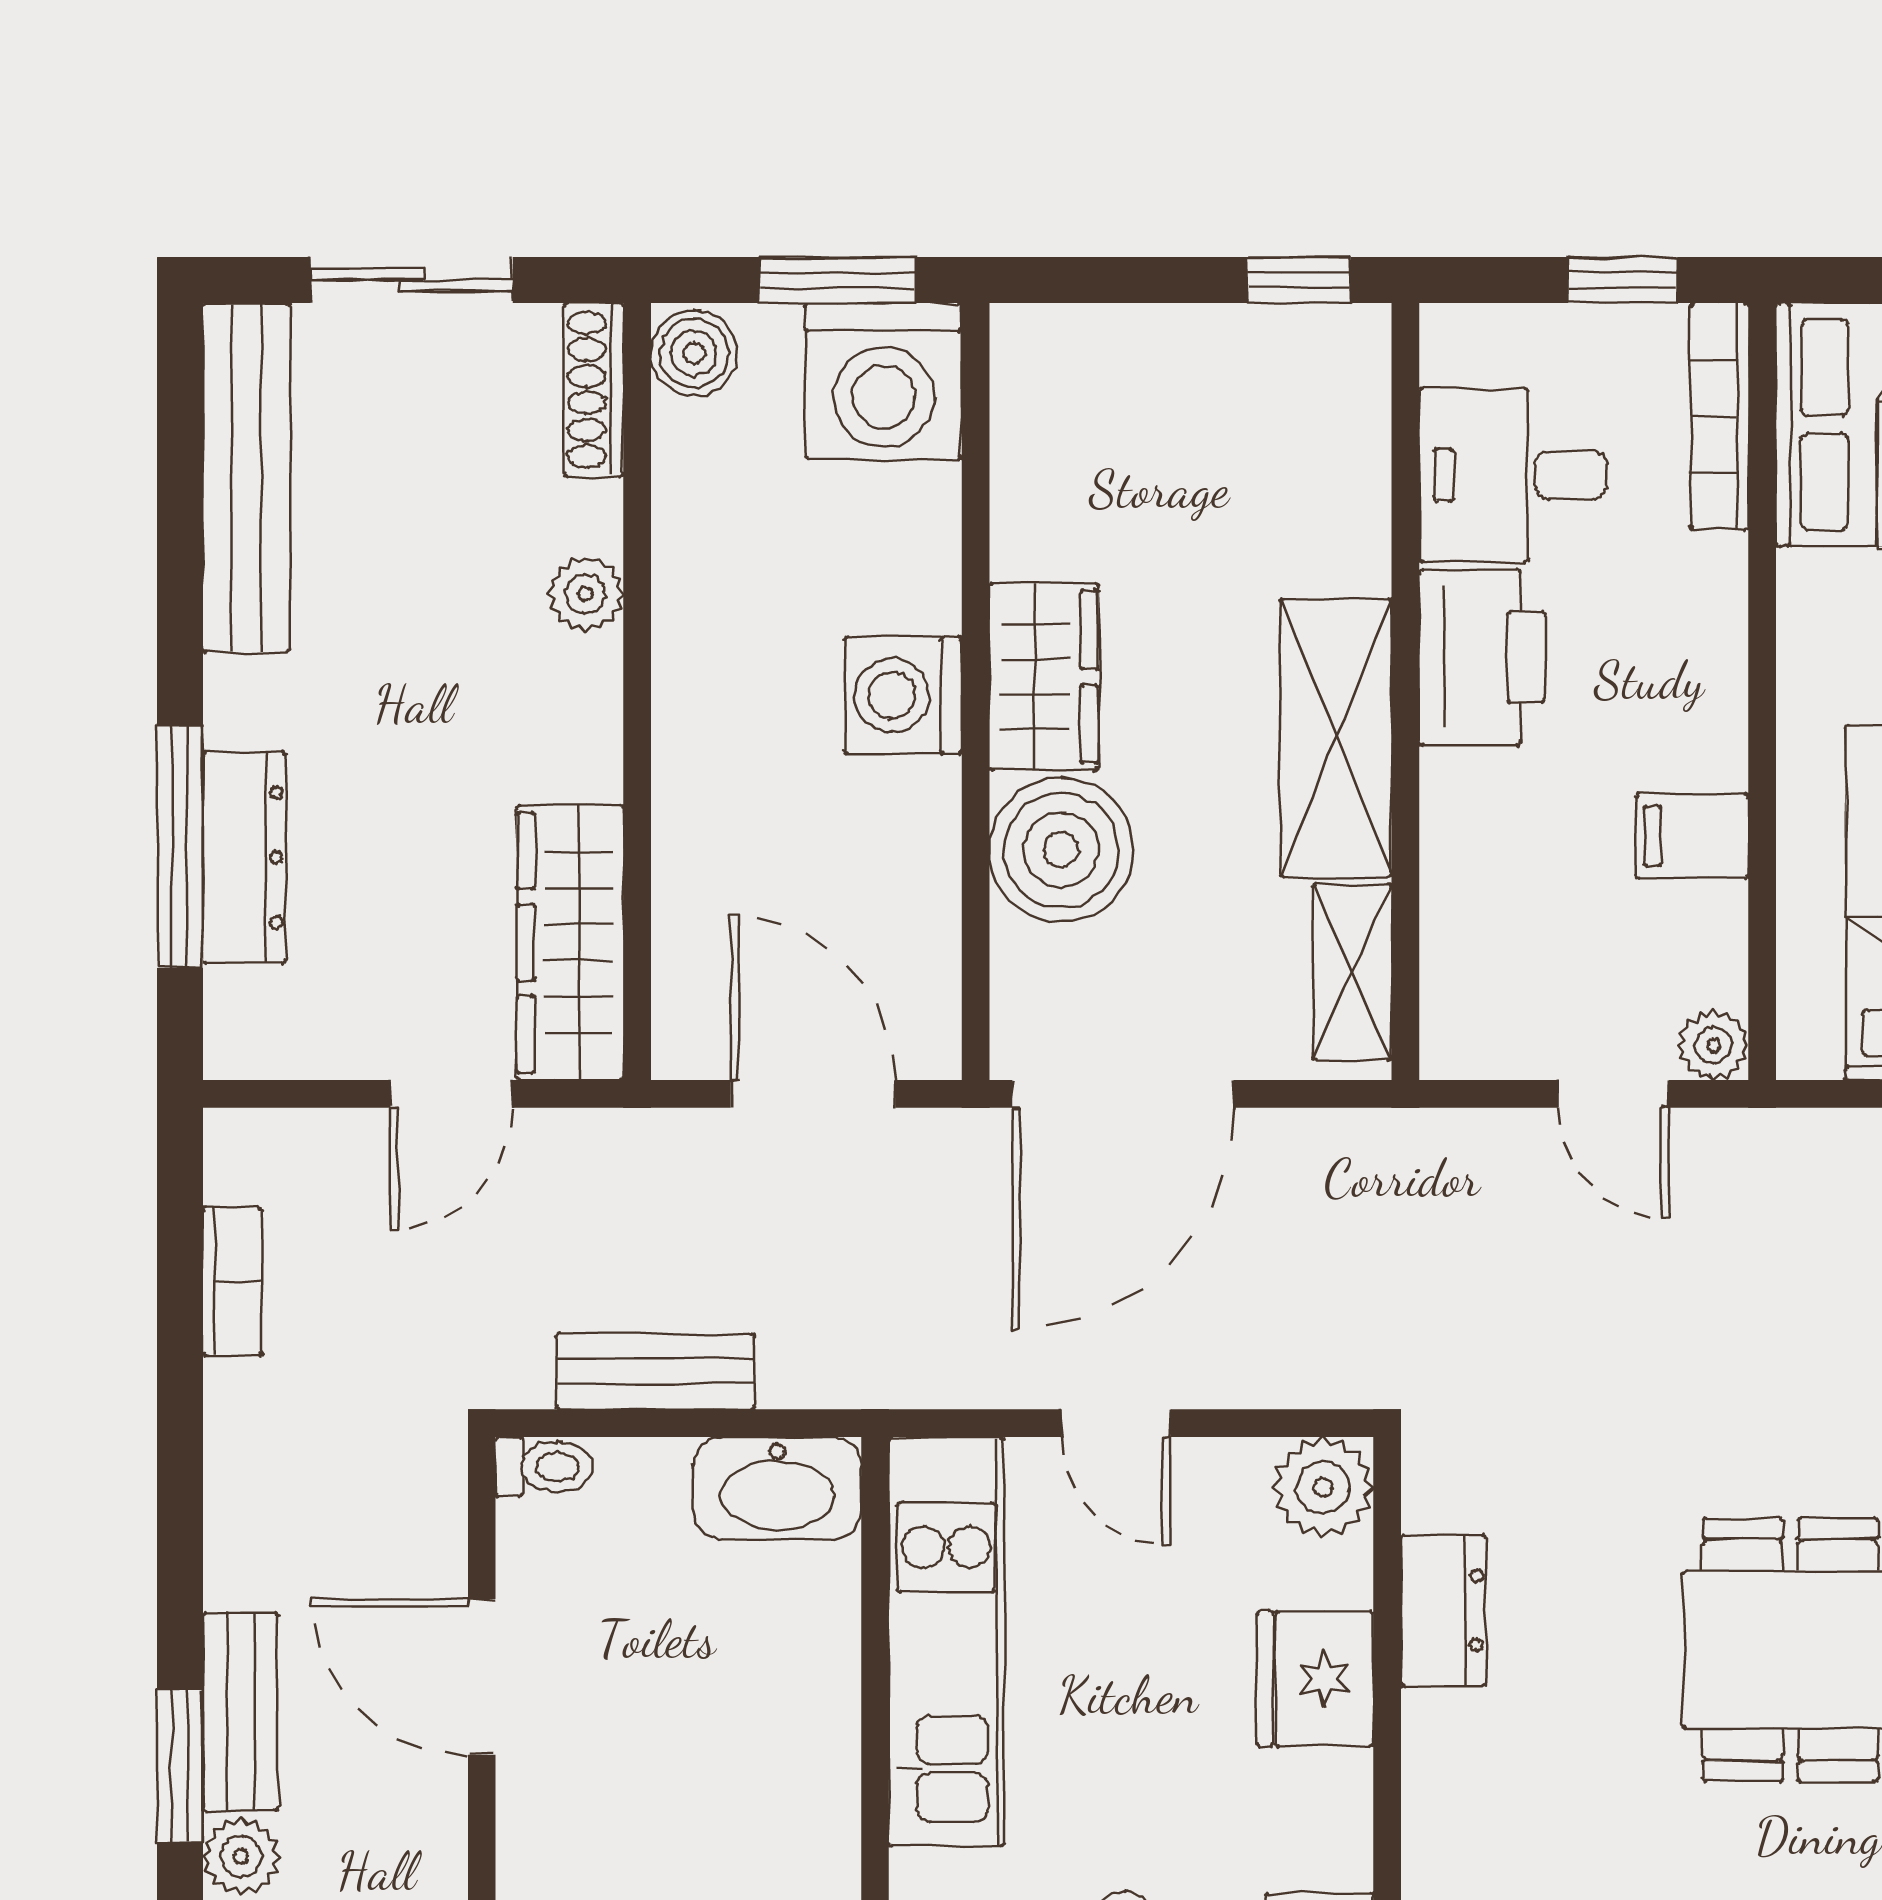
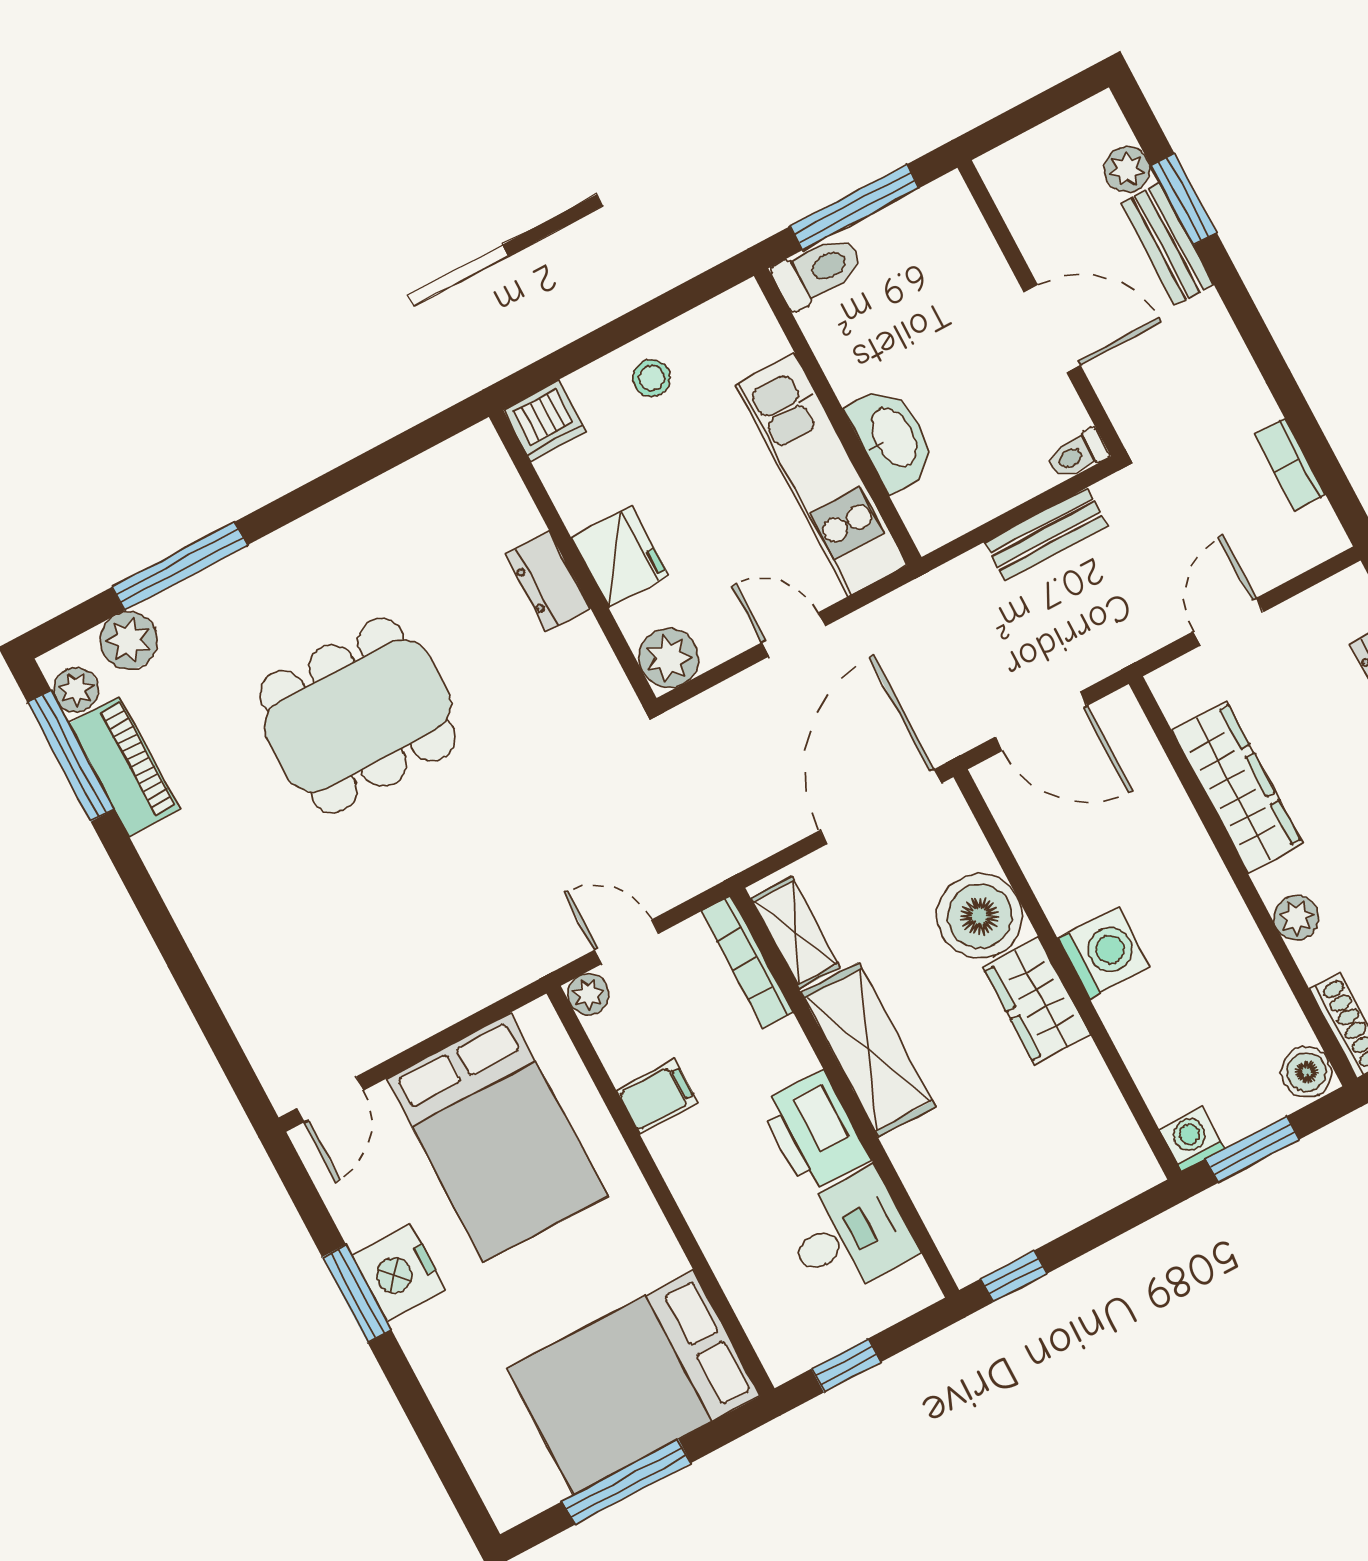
washing machine: (884, 381) -> (1192, 1139), width x0.53, depth x0.53
bookcase: (1719, 416) -> (747, 962), moved, turned 180
wardrobe: (570, 943) -> (1237, 787), moved
washbasin: (777, 1488) -> (892, 438), moved, turned 90
dresser: (1443, 1611) -> (548, 581), moved

